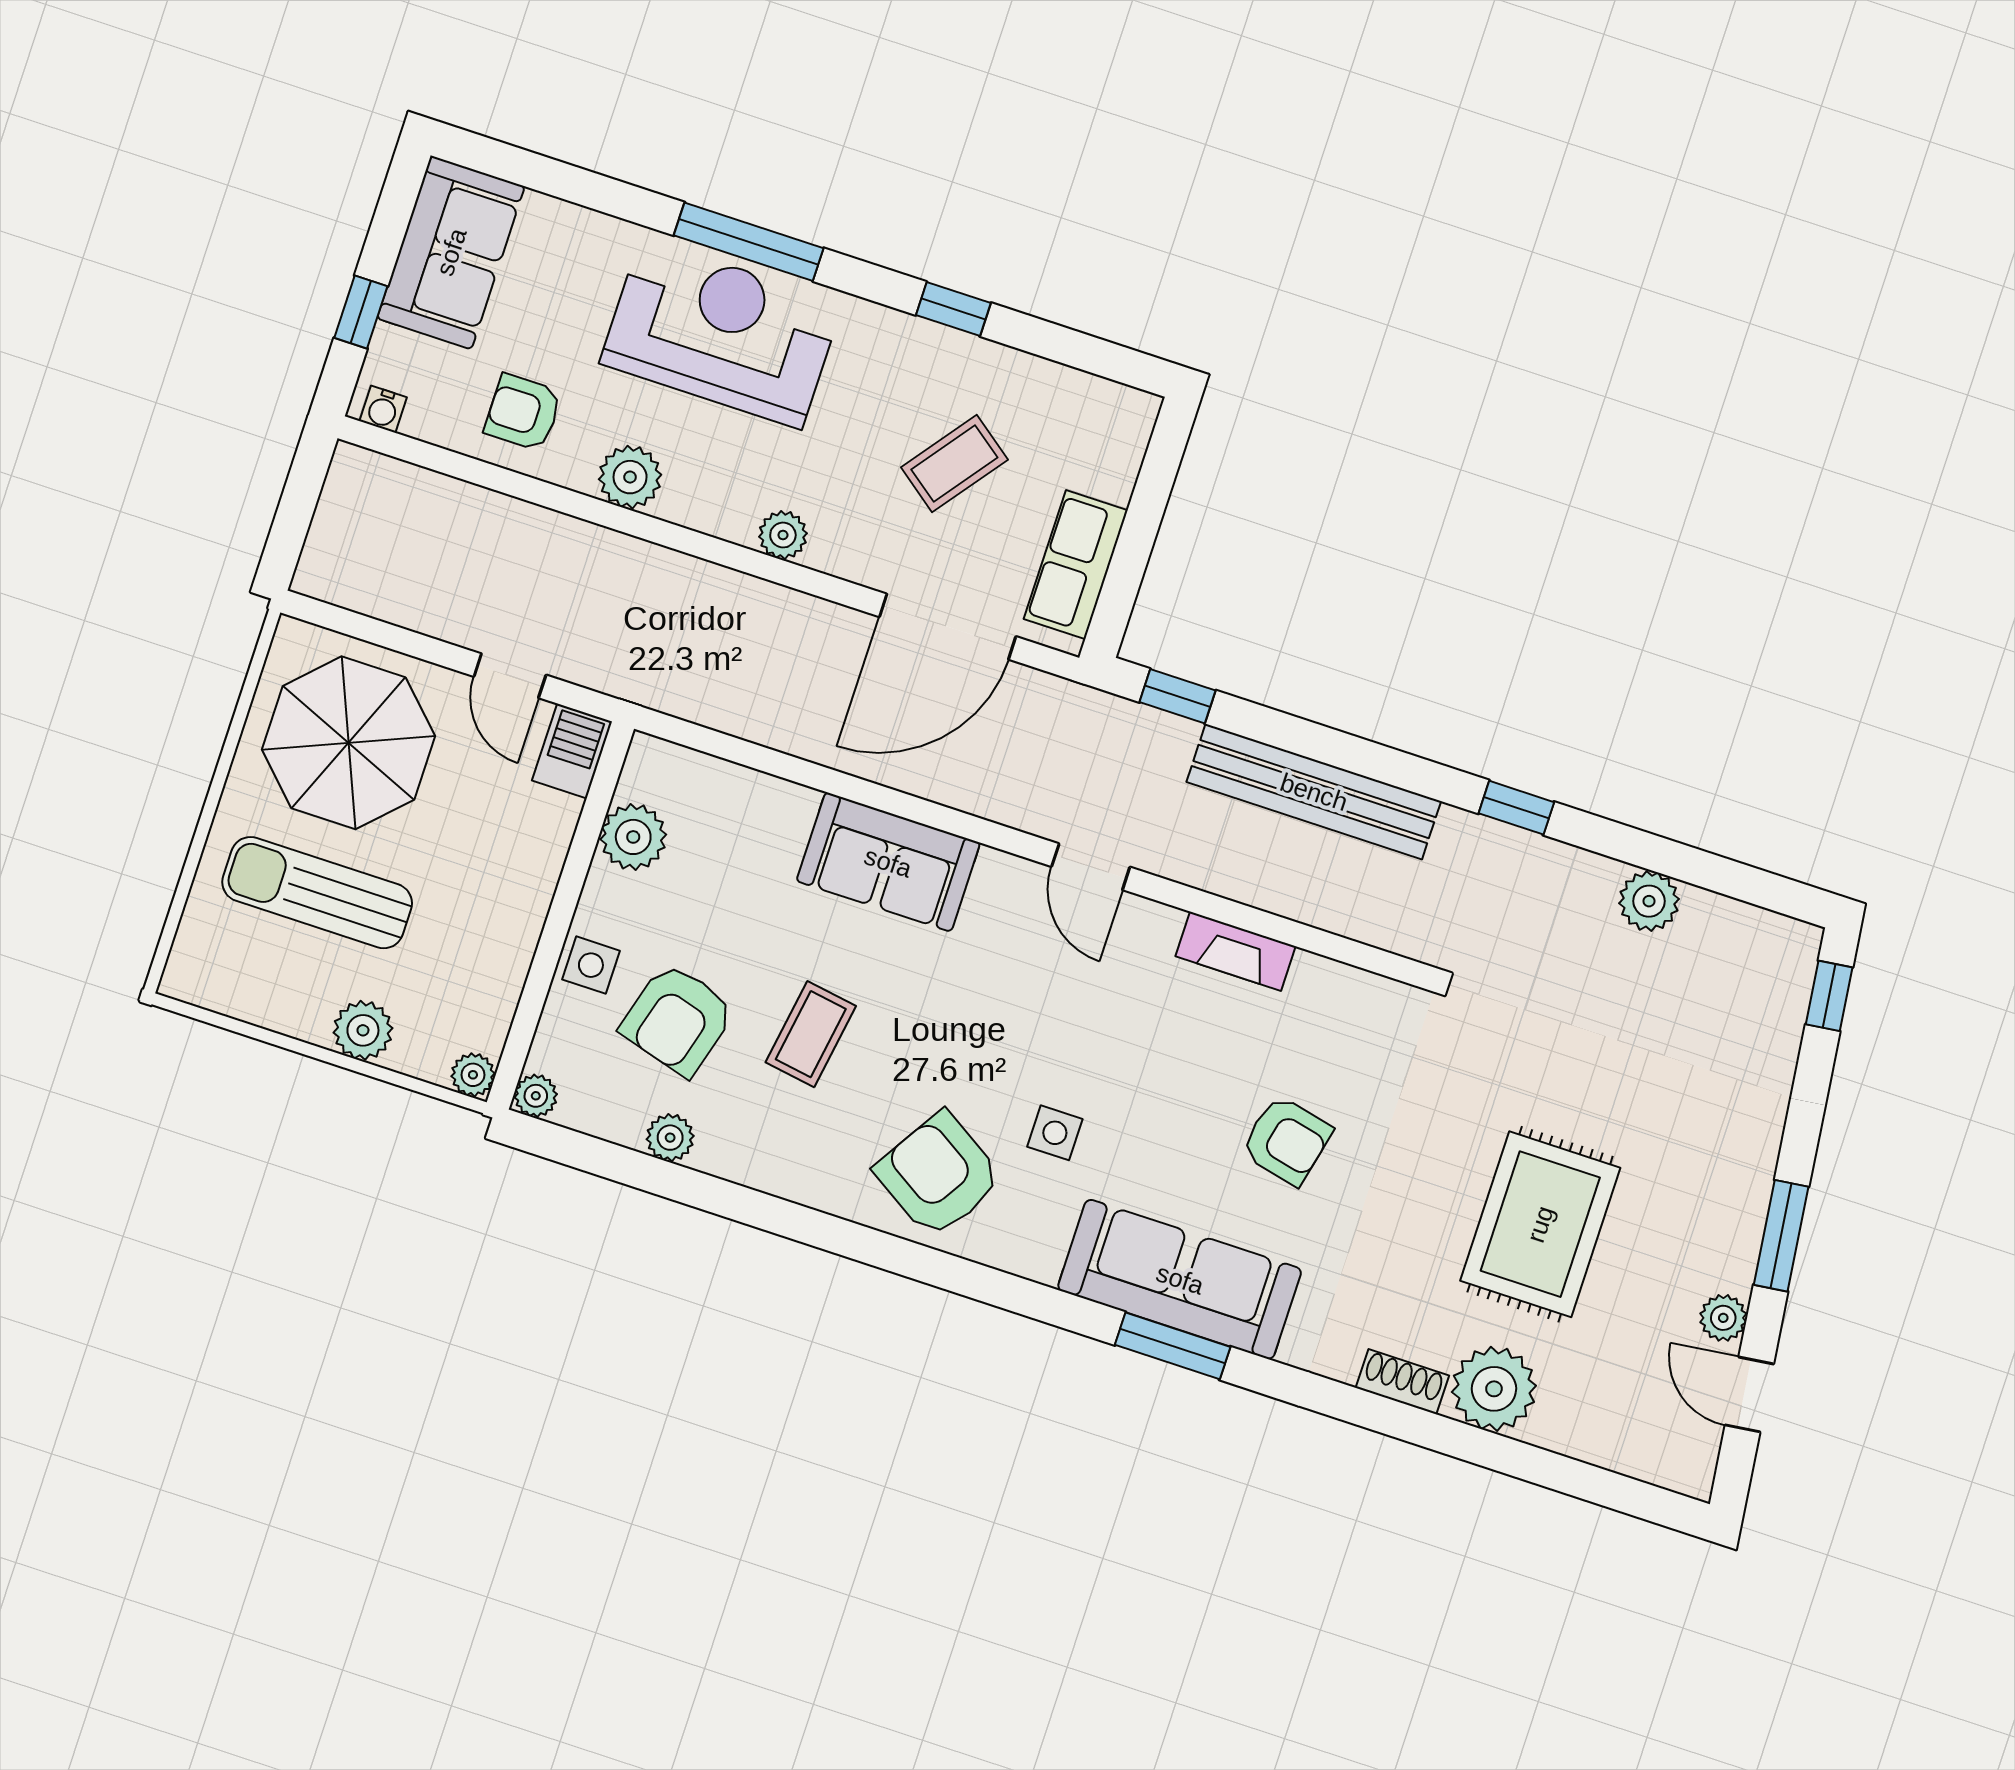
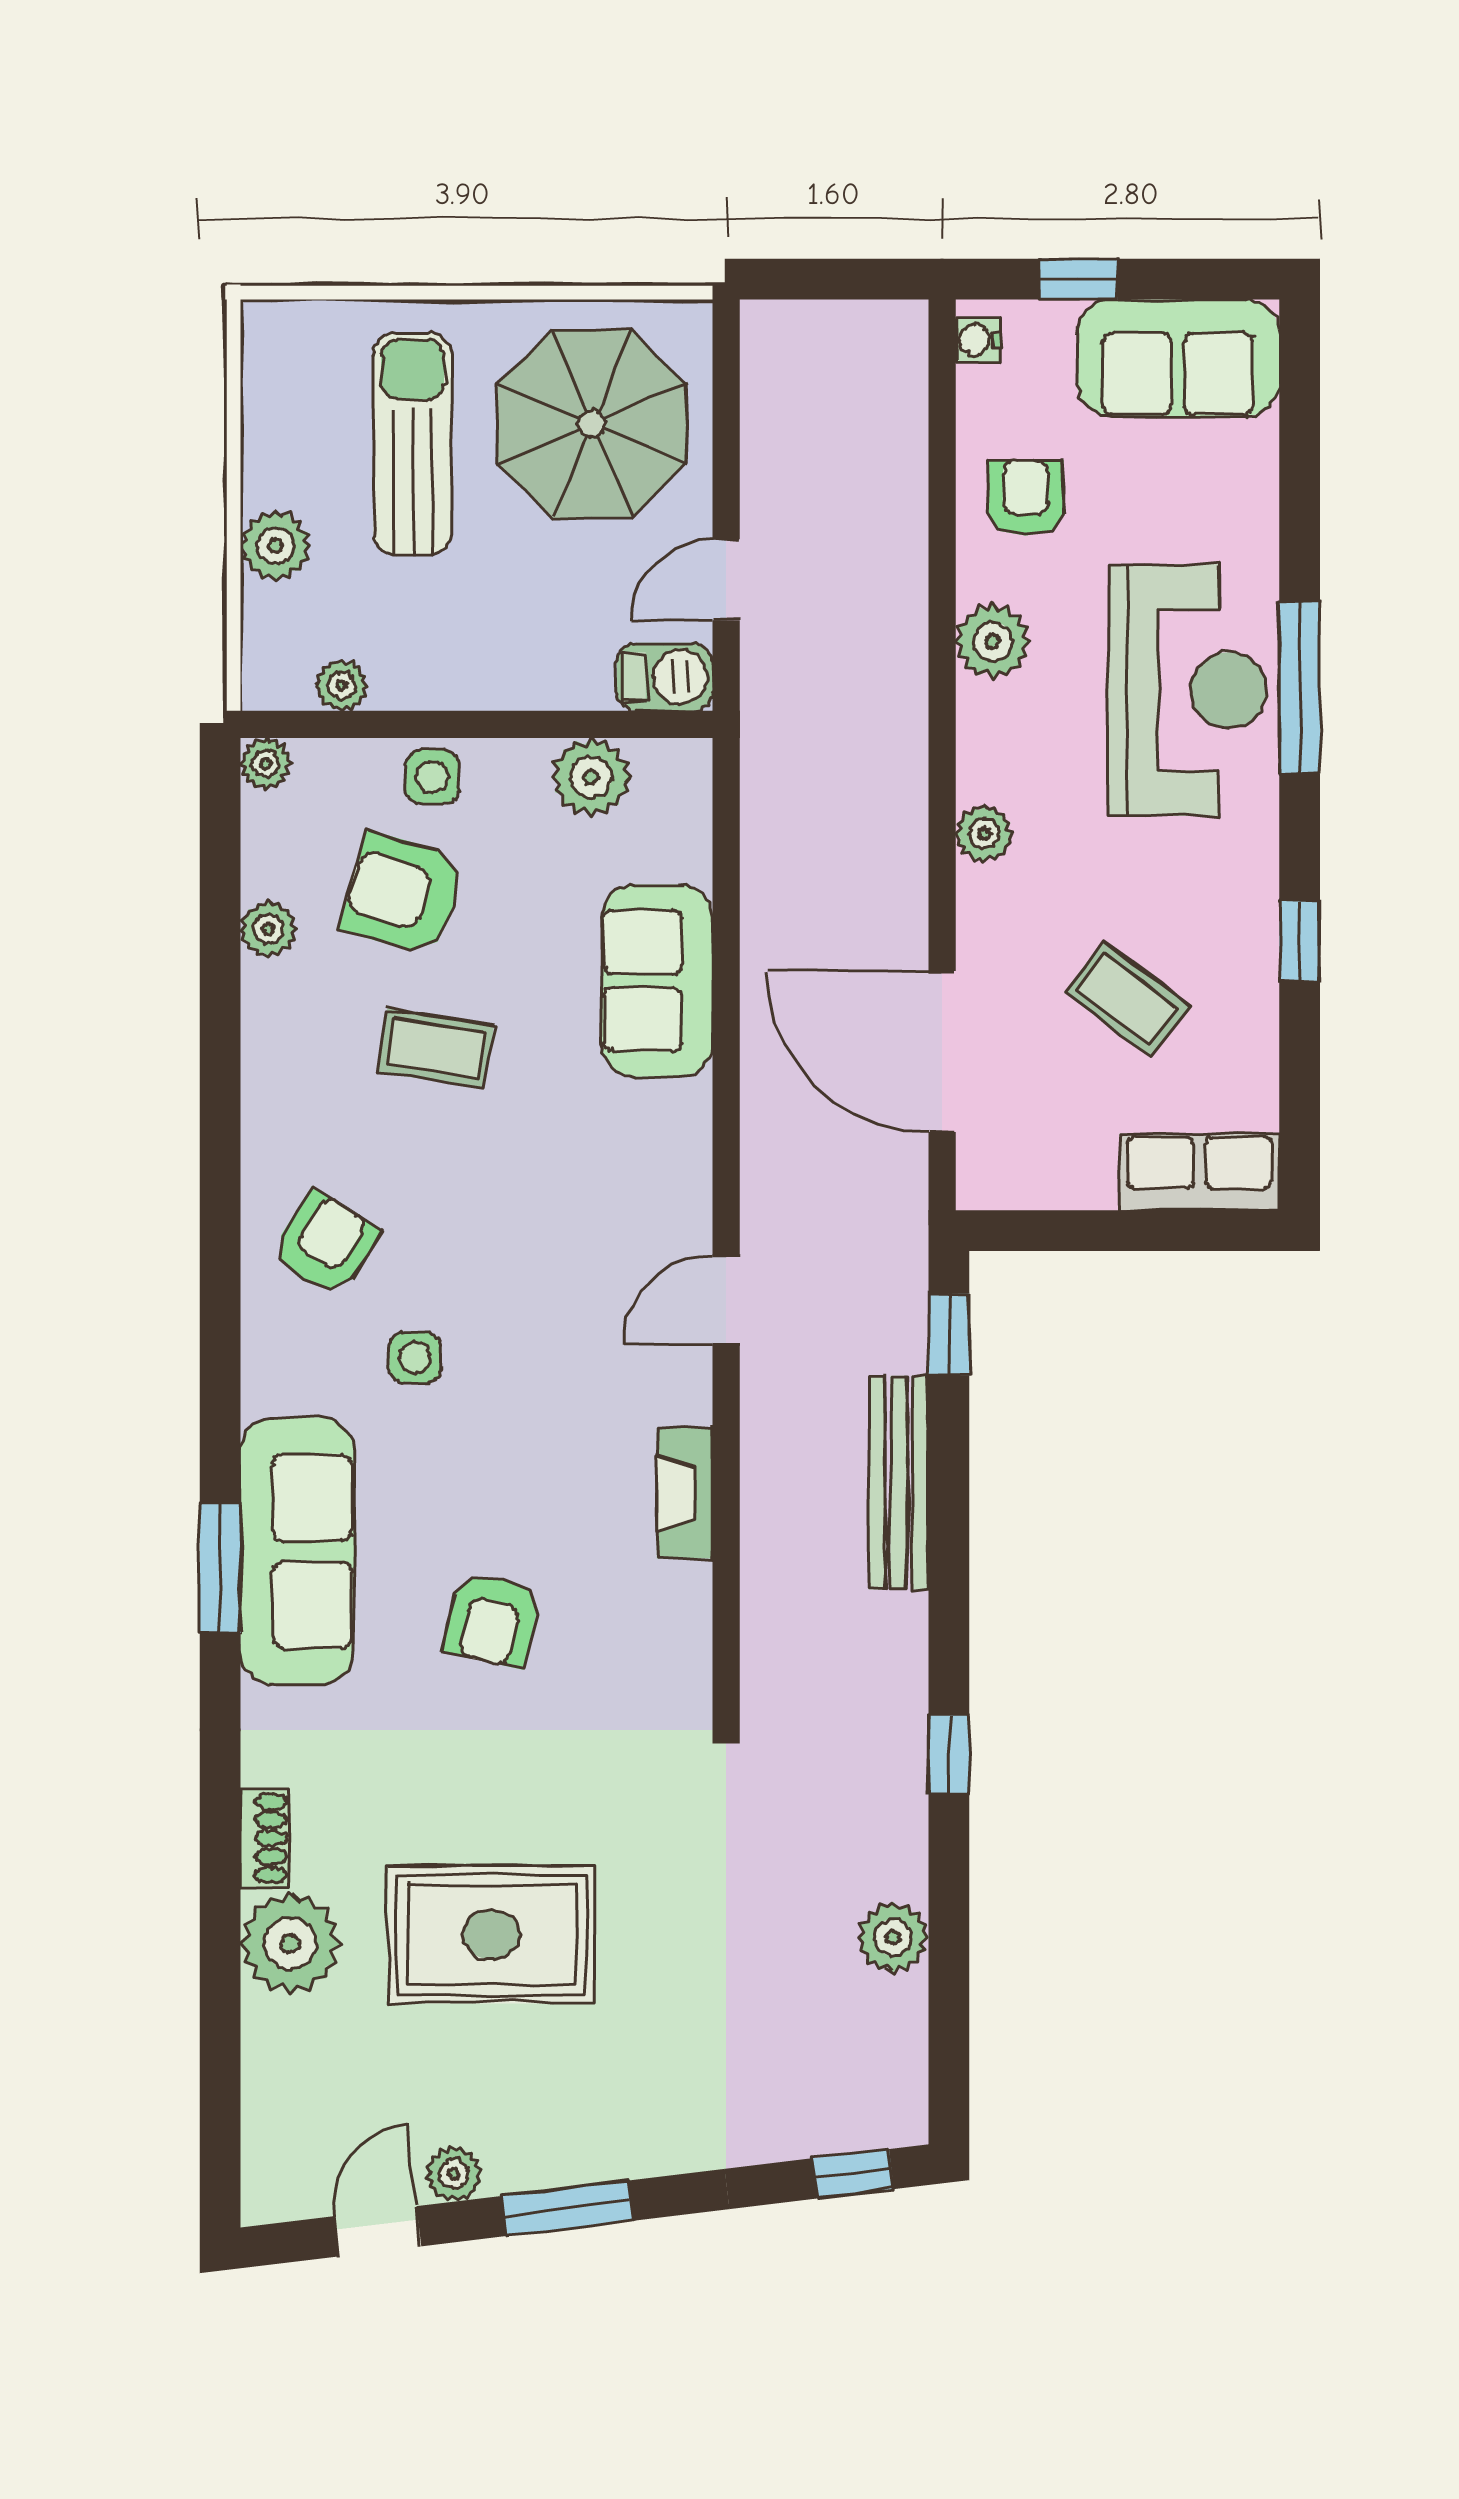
row of seats: (1076, 565) -> (1199, 1172), moved
bench: (1314, 792) -> (899, 1483), width x0.73, depth x0.82
sofa: (888, 862) -> (657, 981), moved
plant: (473, 1075) -> (342, 685), moved
armchair: (939, 1175) -> (325, 1243), width x0.72, depth x0.72

